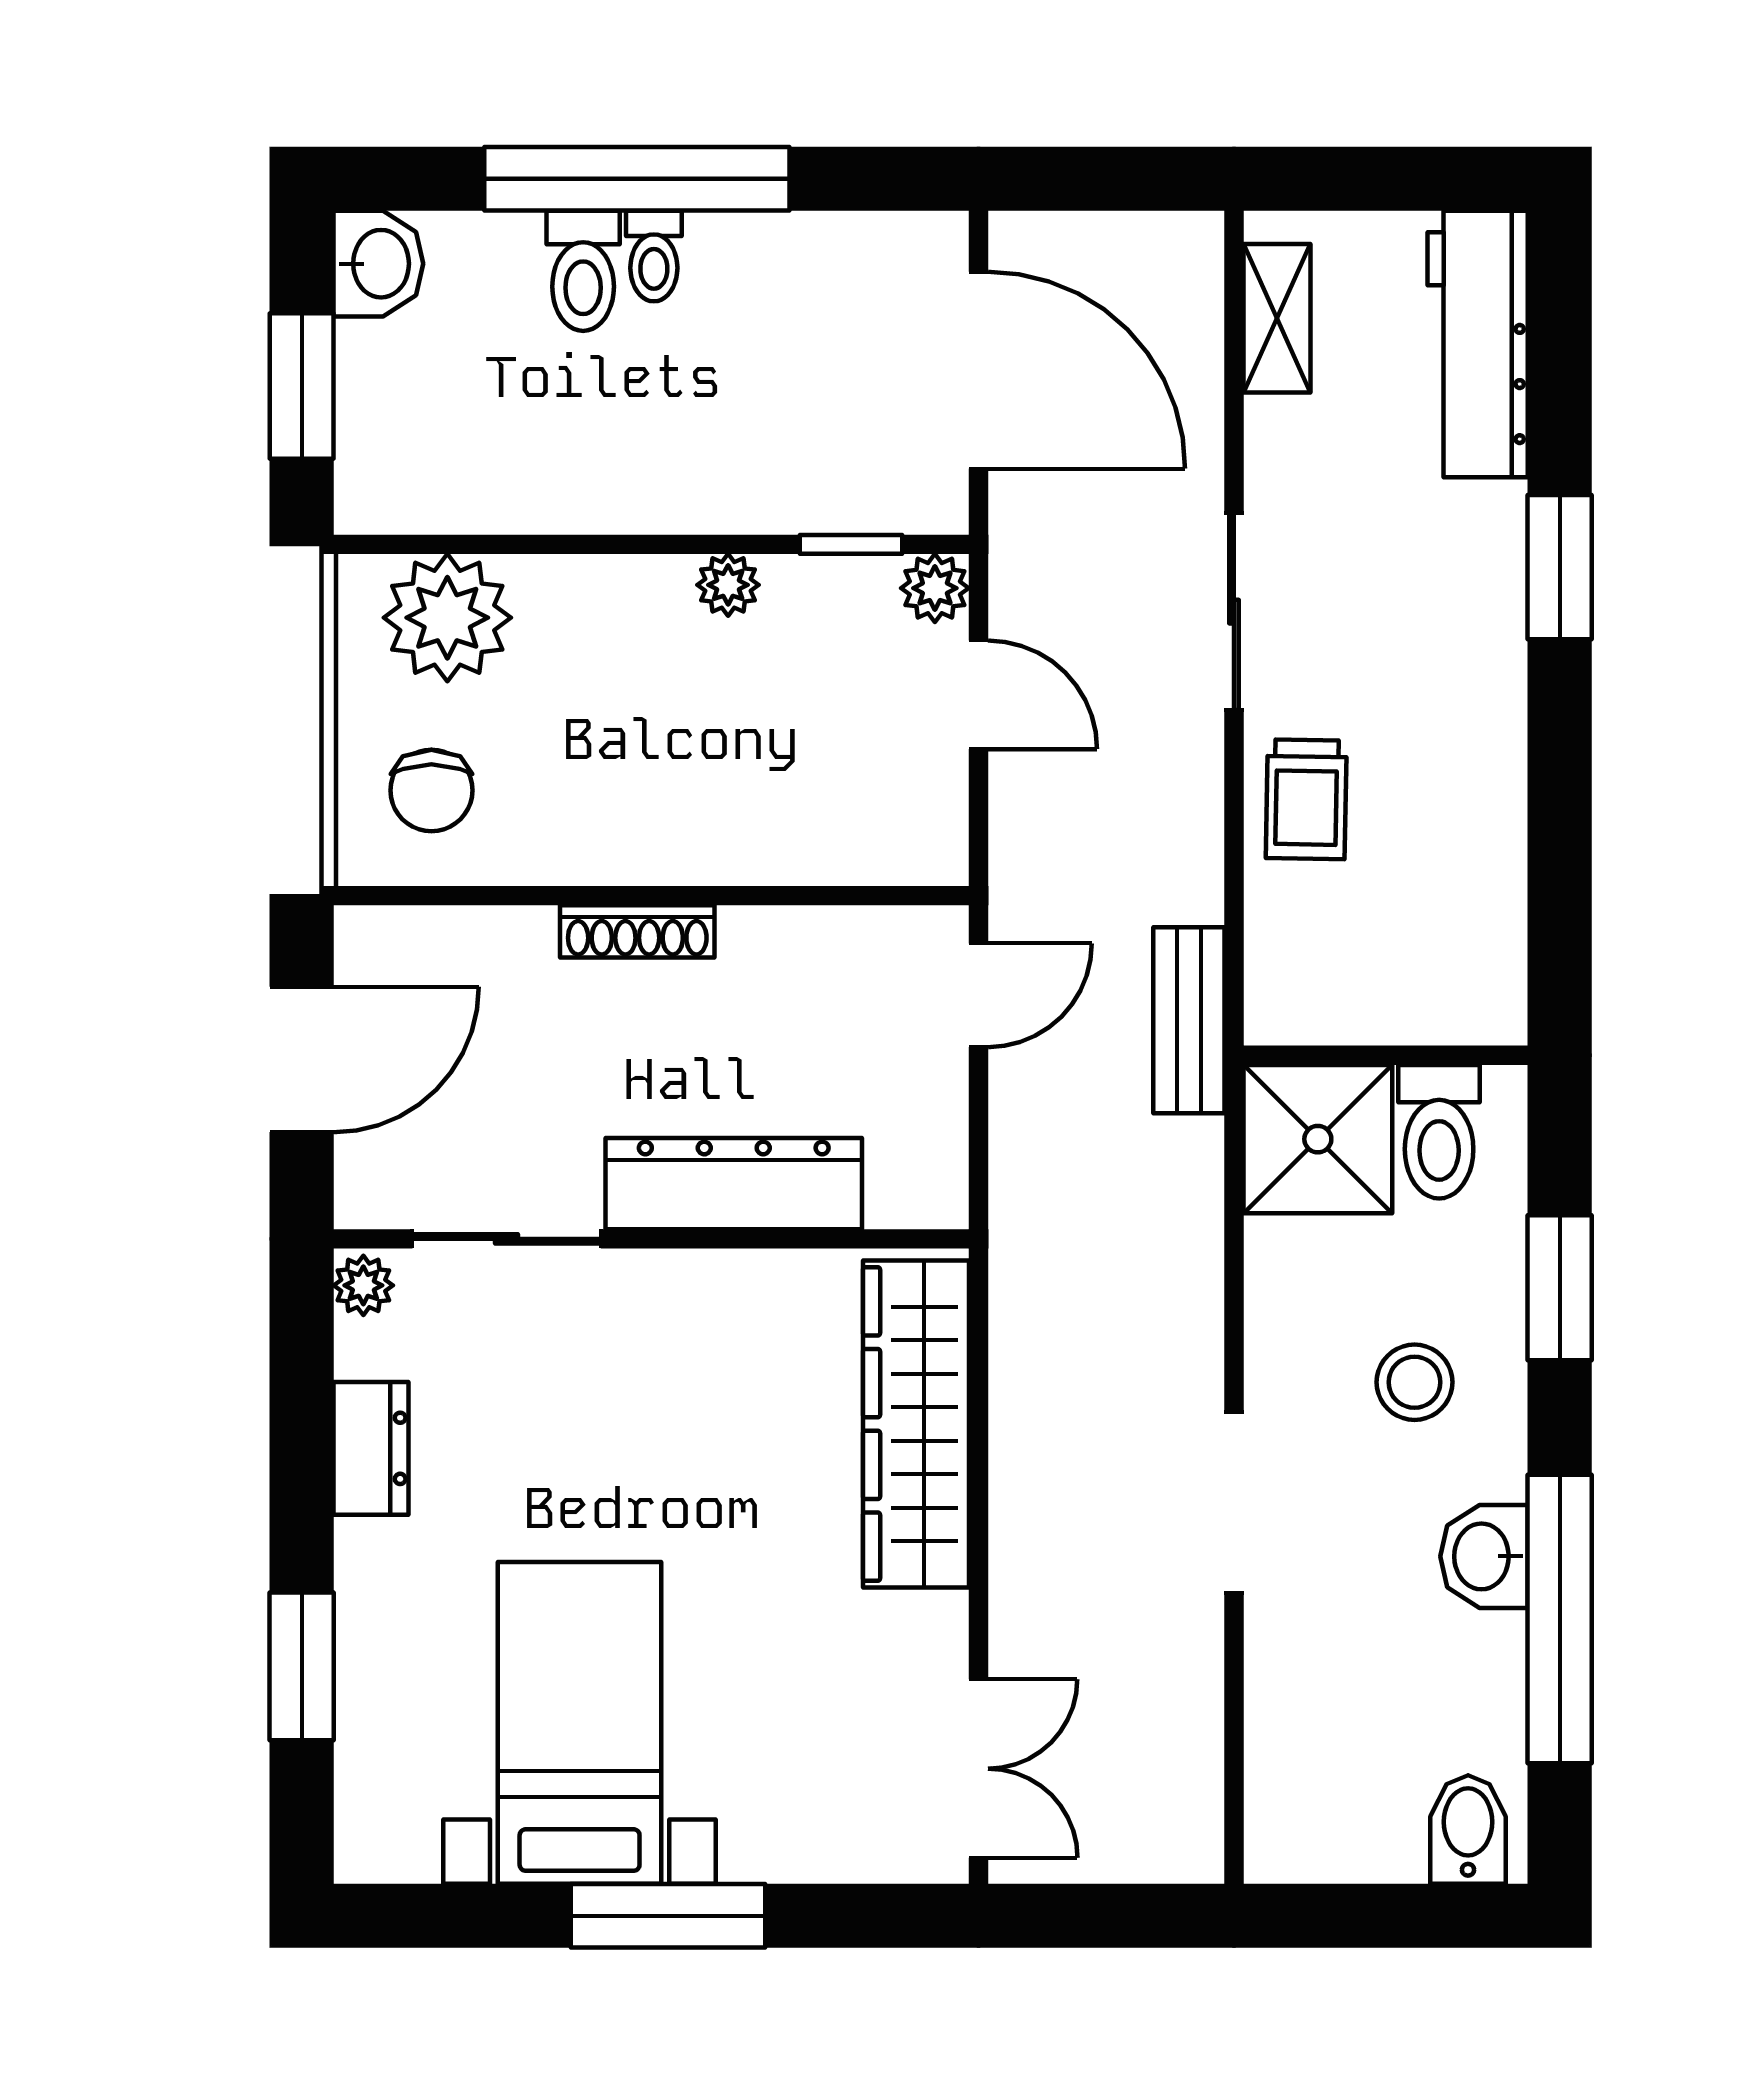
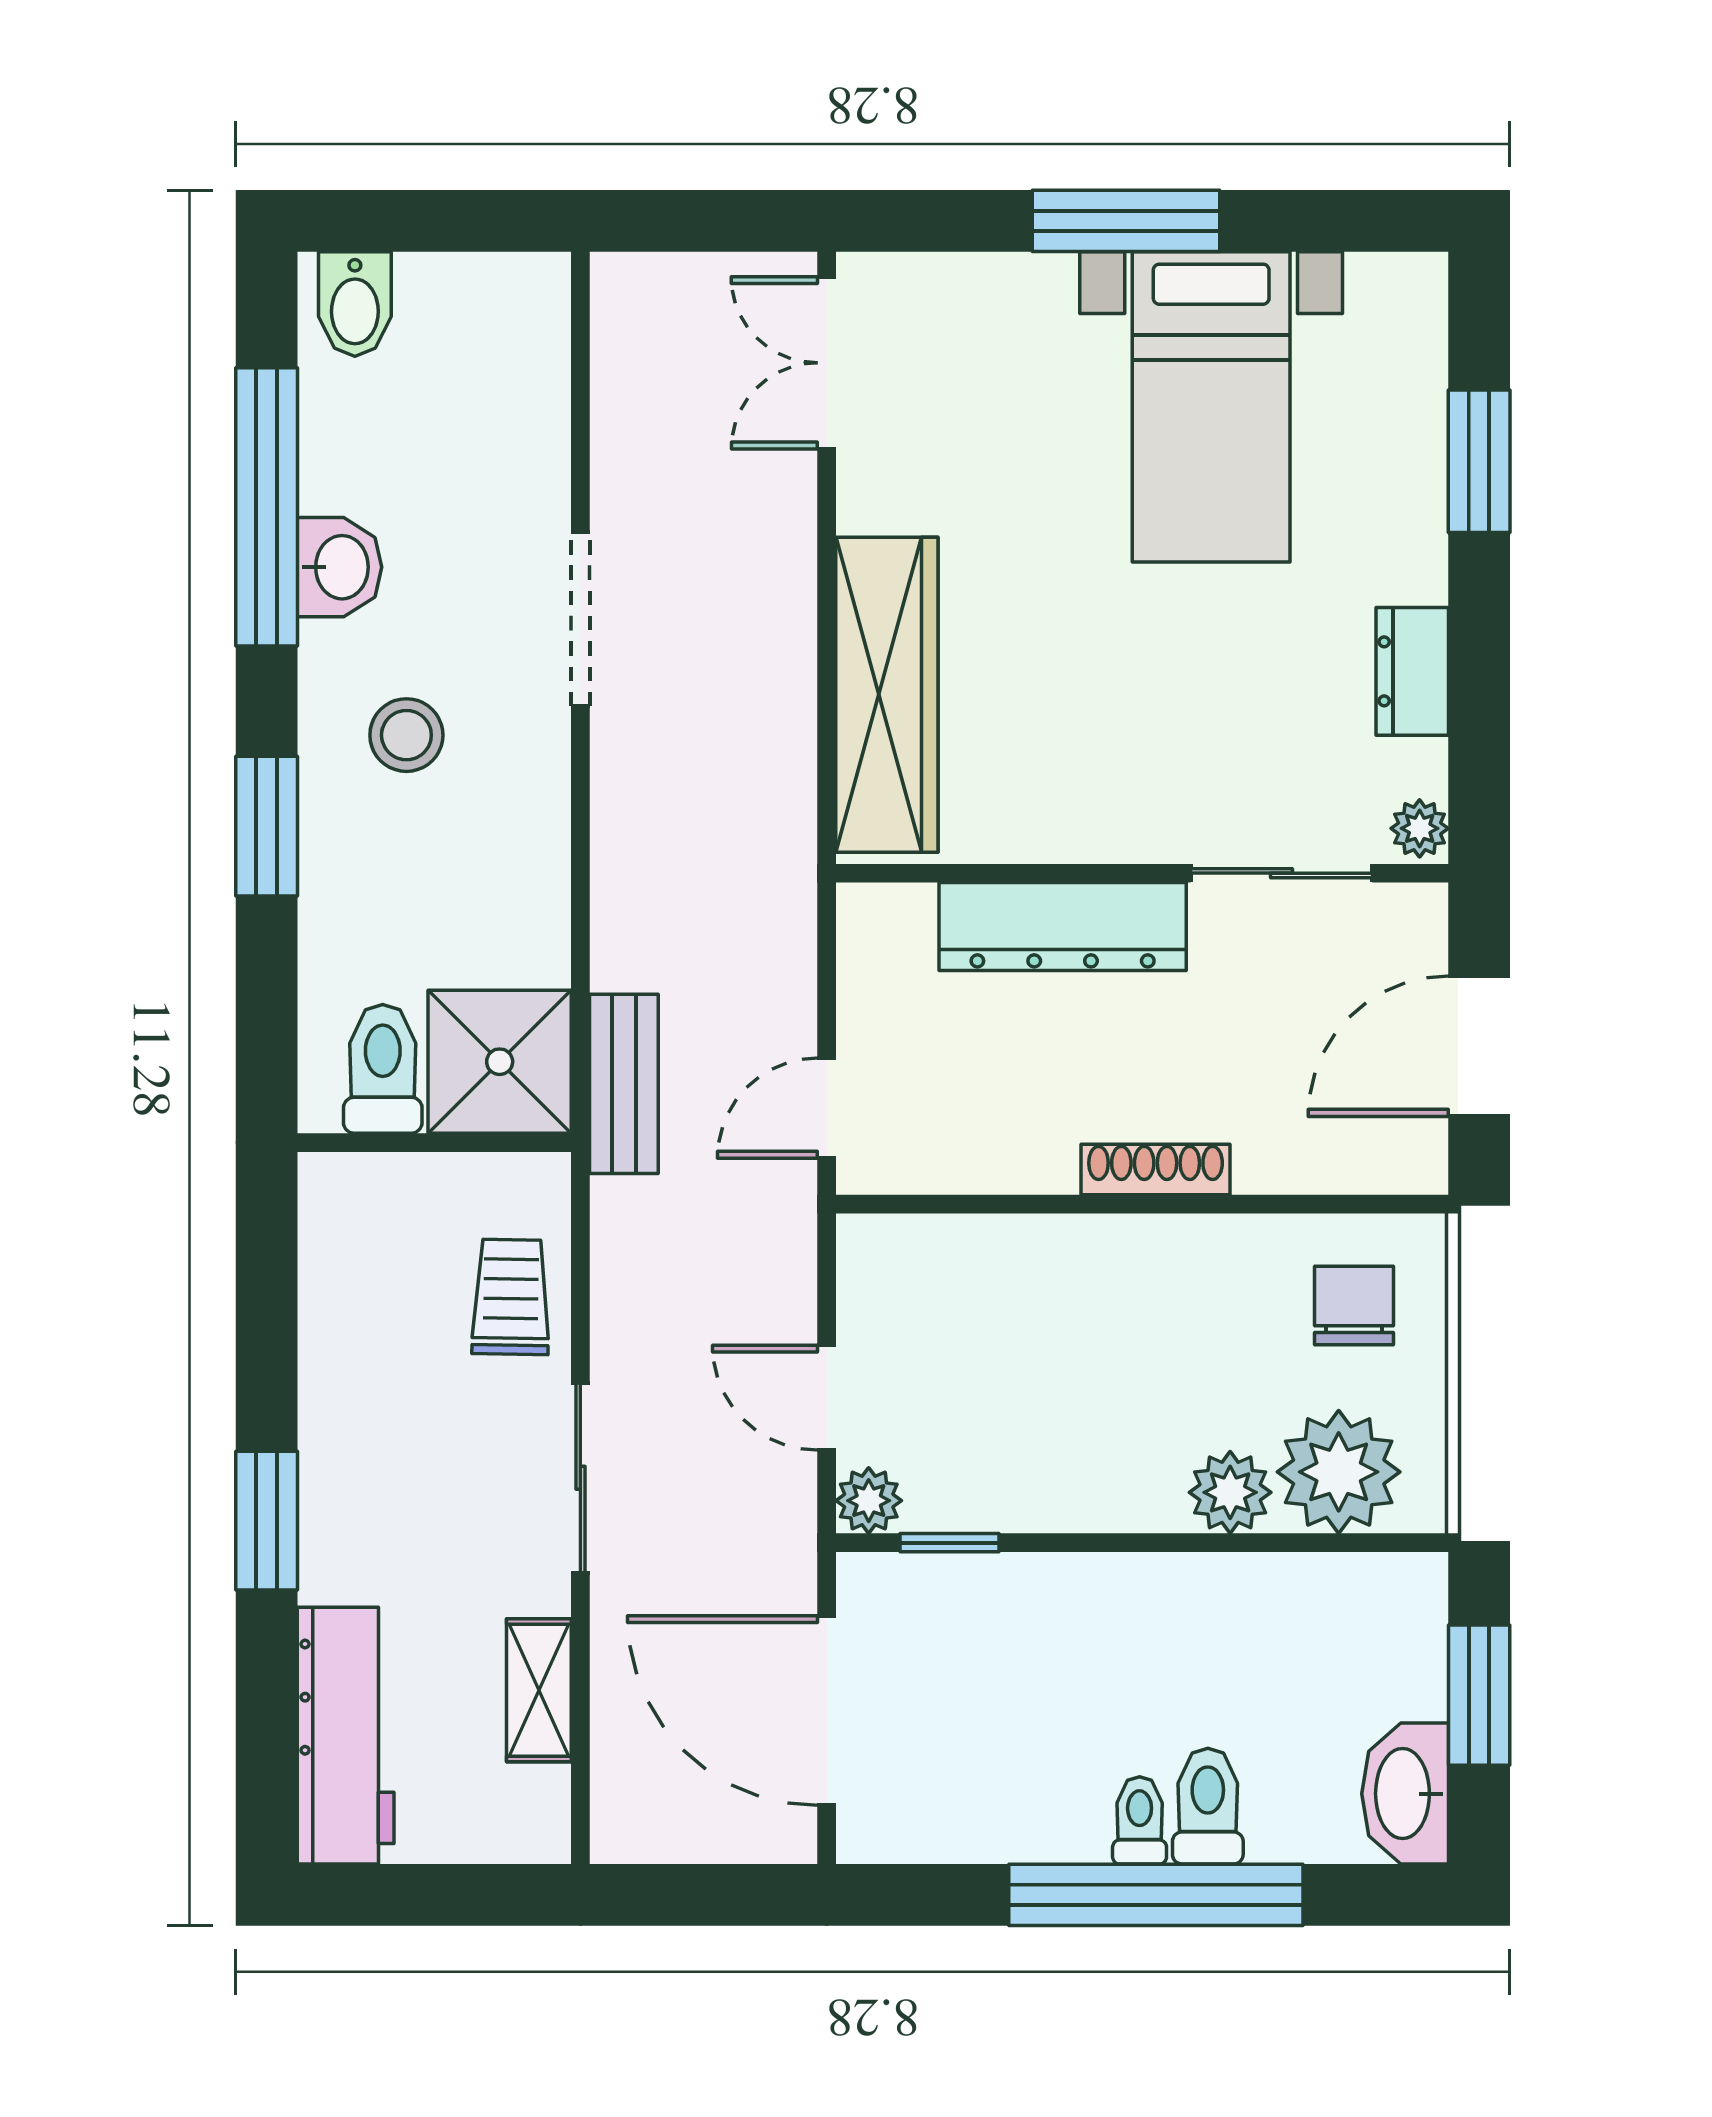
washbasin: (378, 264) -> (1405, 1794), width x1.38
shelving: (1277, 318) -> (539, 1690), moved
plant: (728, 585) -> (1230, 1492), moved, width x1.38, depth x1.38
wall: (1386, 1055) -> (434, 1143), moved
toilet: (1439, 1132) -> (383, 1069), moved
shower: (1318, 1139) -> (500, 1062), moved

